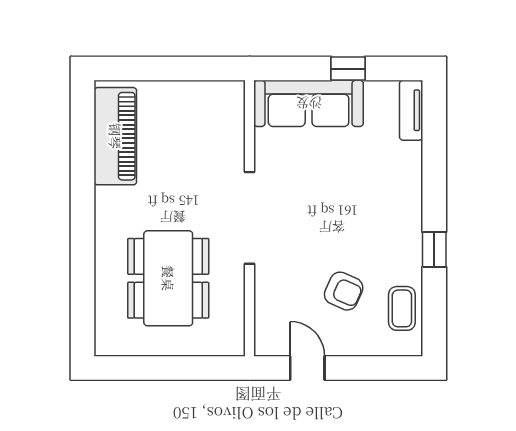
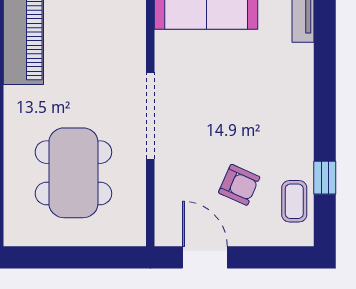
window: (434, 250) -> (325, 178), moved
door: (307, 368) -> (205, 257), width x1.38

